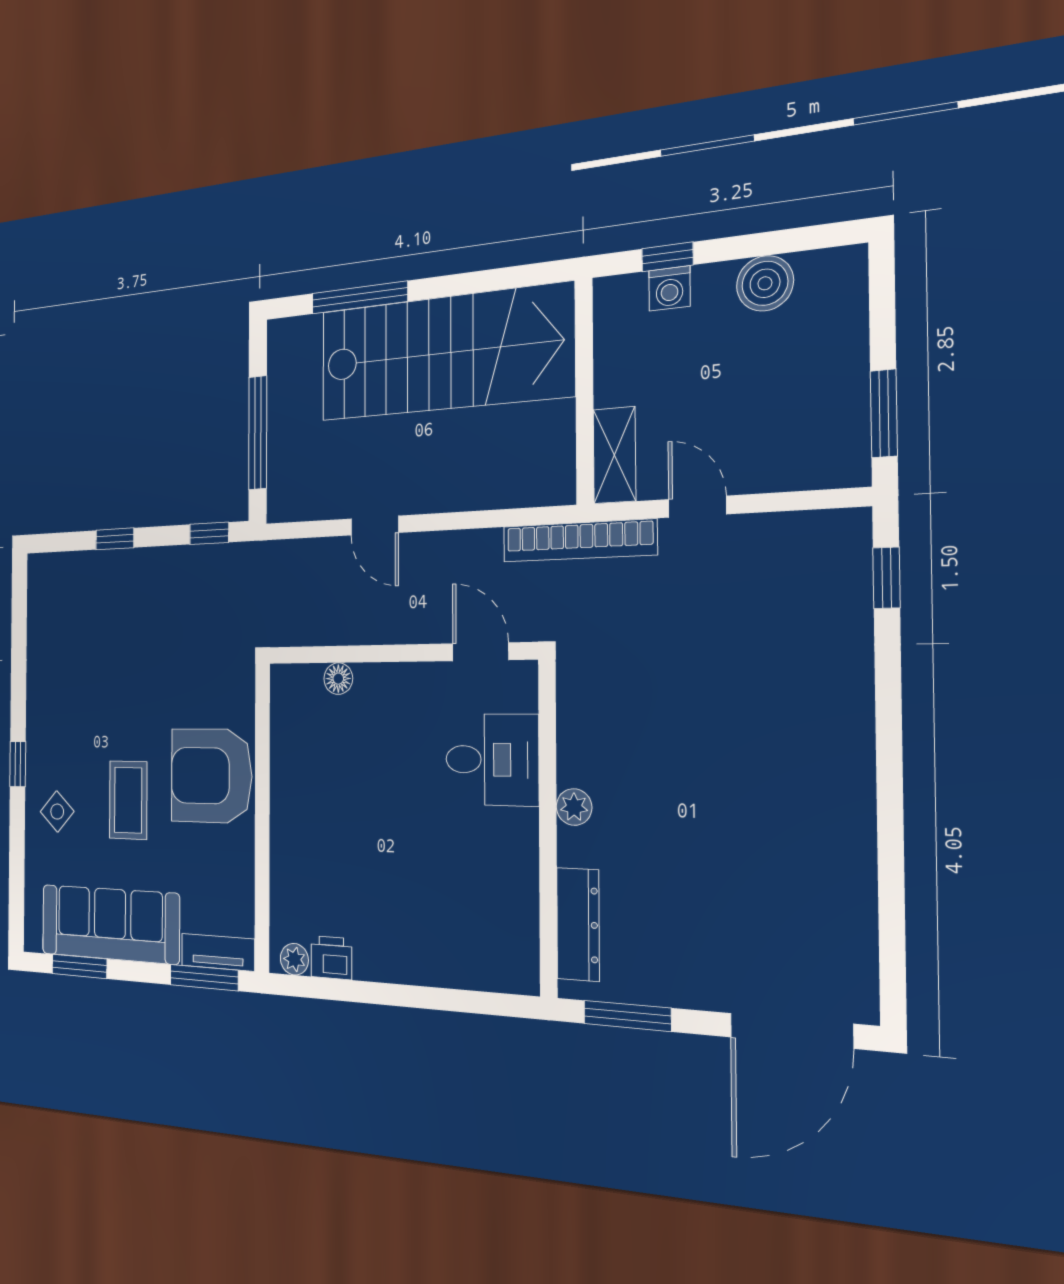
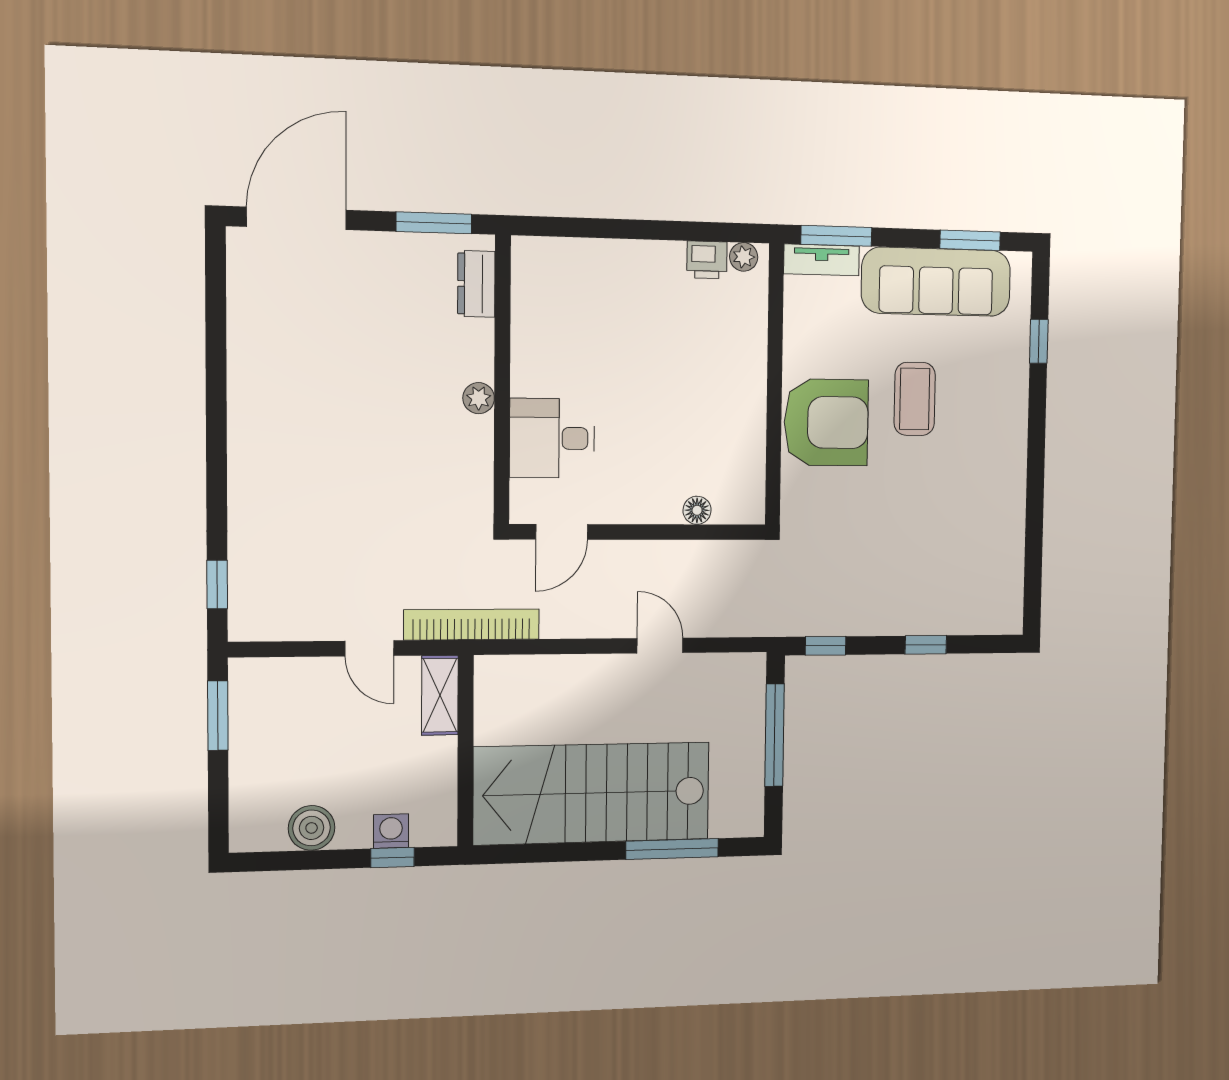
door: (480, 652) -> (562, 532), hinge flipped
window: (18, 764) -> (1039, 341), moved
side table: (57, 812) -> (993, 387), removed
dresser: (578, 924) -> (476, 284), width x0.70

